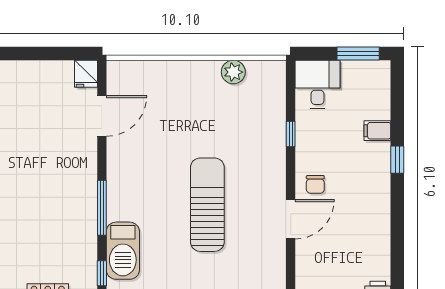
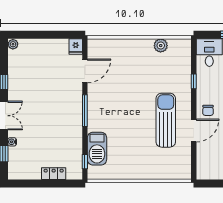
sun lounger: (207, 205) -> (166, 120), moved
window: (102, 208) -> (85, 111), moved

